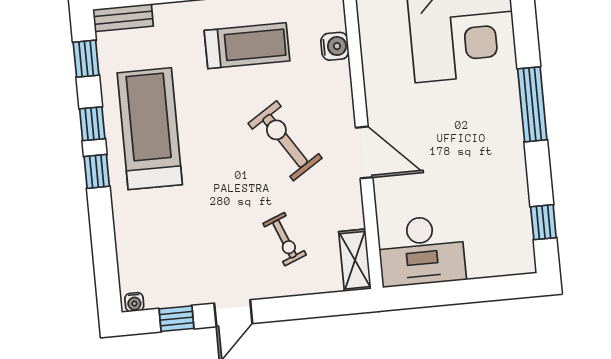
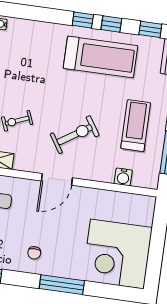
treadmill: (247, 46) -> (136, 126), turned 180
chair: (491, 161) -> (34, 253), added

